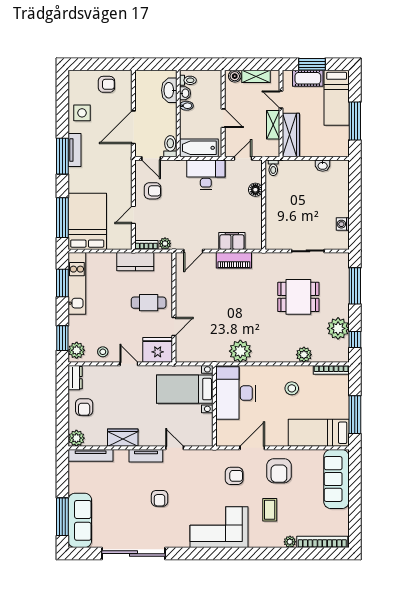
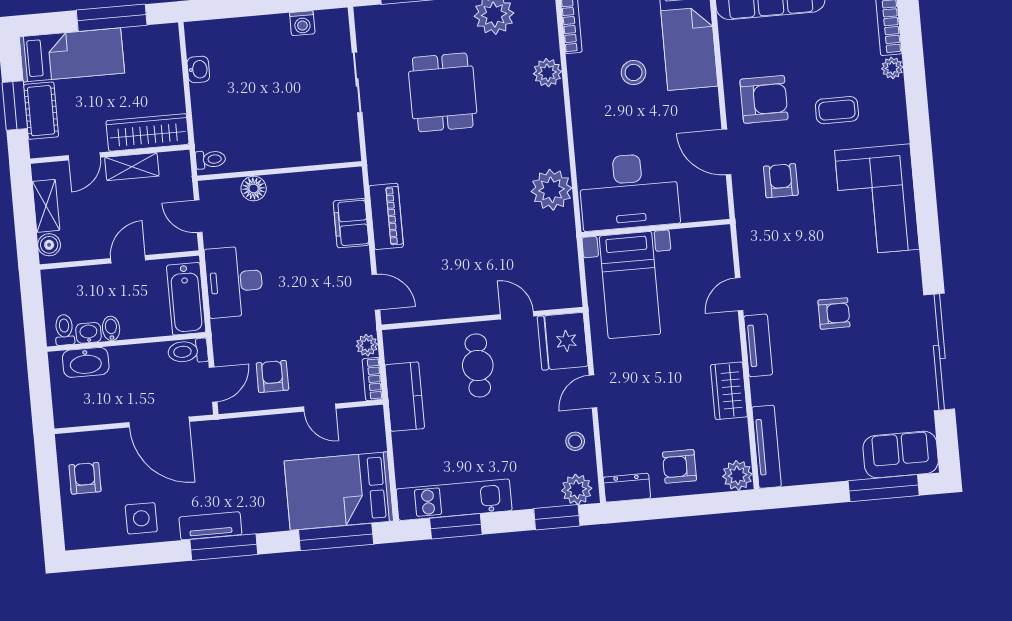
stool: (292, 388) -> (634, 72), moved
armchair: (84, 407) -> (679, 466), turned 180
sofa: (80, 520) -> (901, 455), width x0.73

